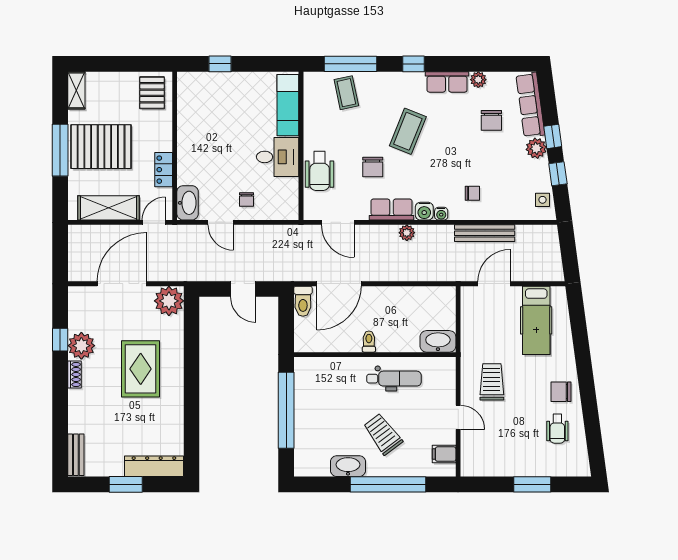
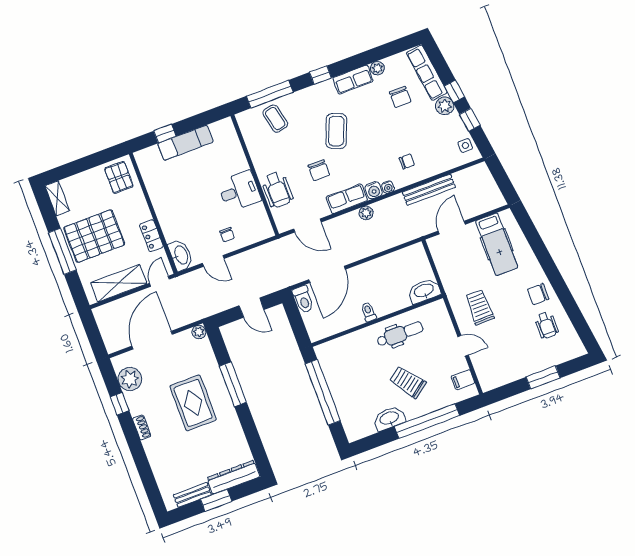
exam couch: (288, 105) -> (186, 143), moved, turned -90
plant: (169, 301) -> (199, 332), width x0.53, depth x0.53
plant: (81, 346) -> (130, 379), moved
window: (192, 365) -> (233, 384), added
bench: (76, 455) -> (192, 495), moved, turned 90

